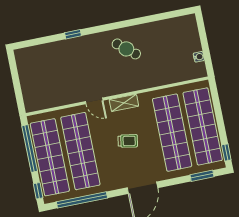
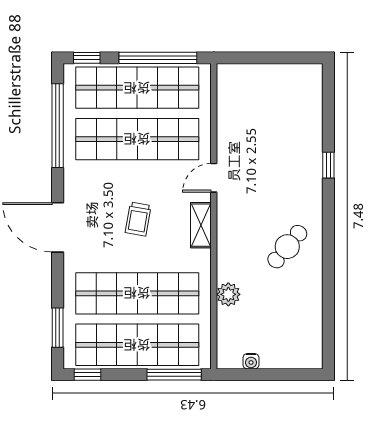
plant: (162, 78) -> (228, 294), added
window: (216, 101) -> (174, 375), added

